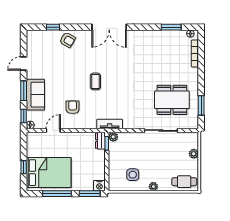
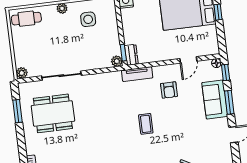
tv unit: (110, 124) -> (137, 74), moved
plant: (194, 154) -> (22, 73), moved

